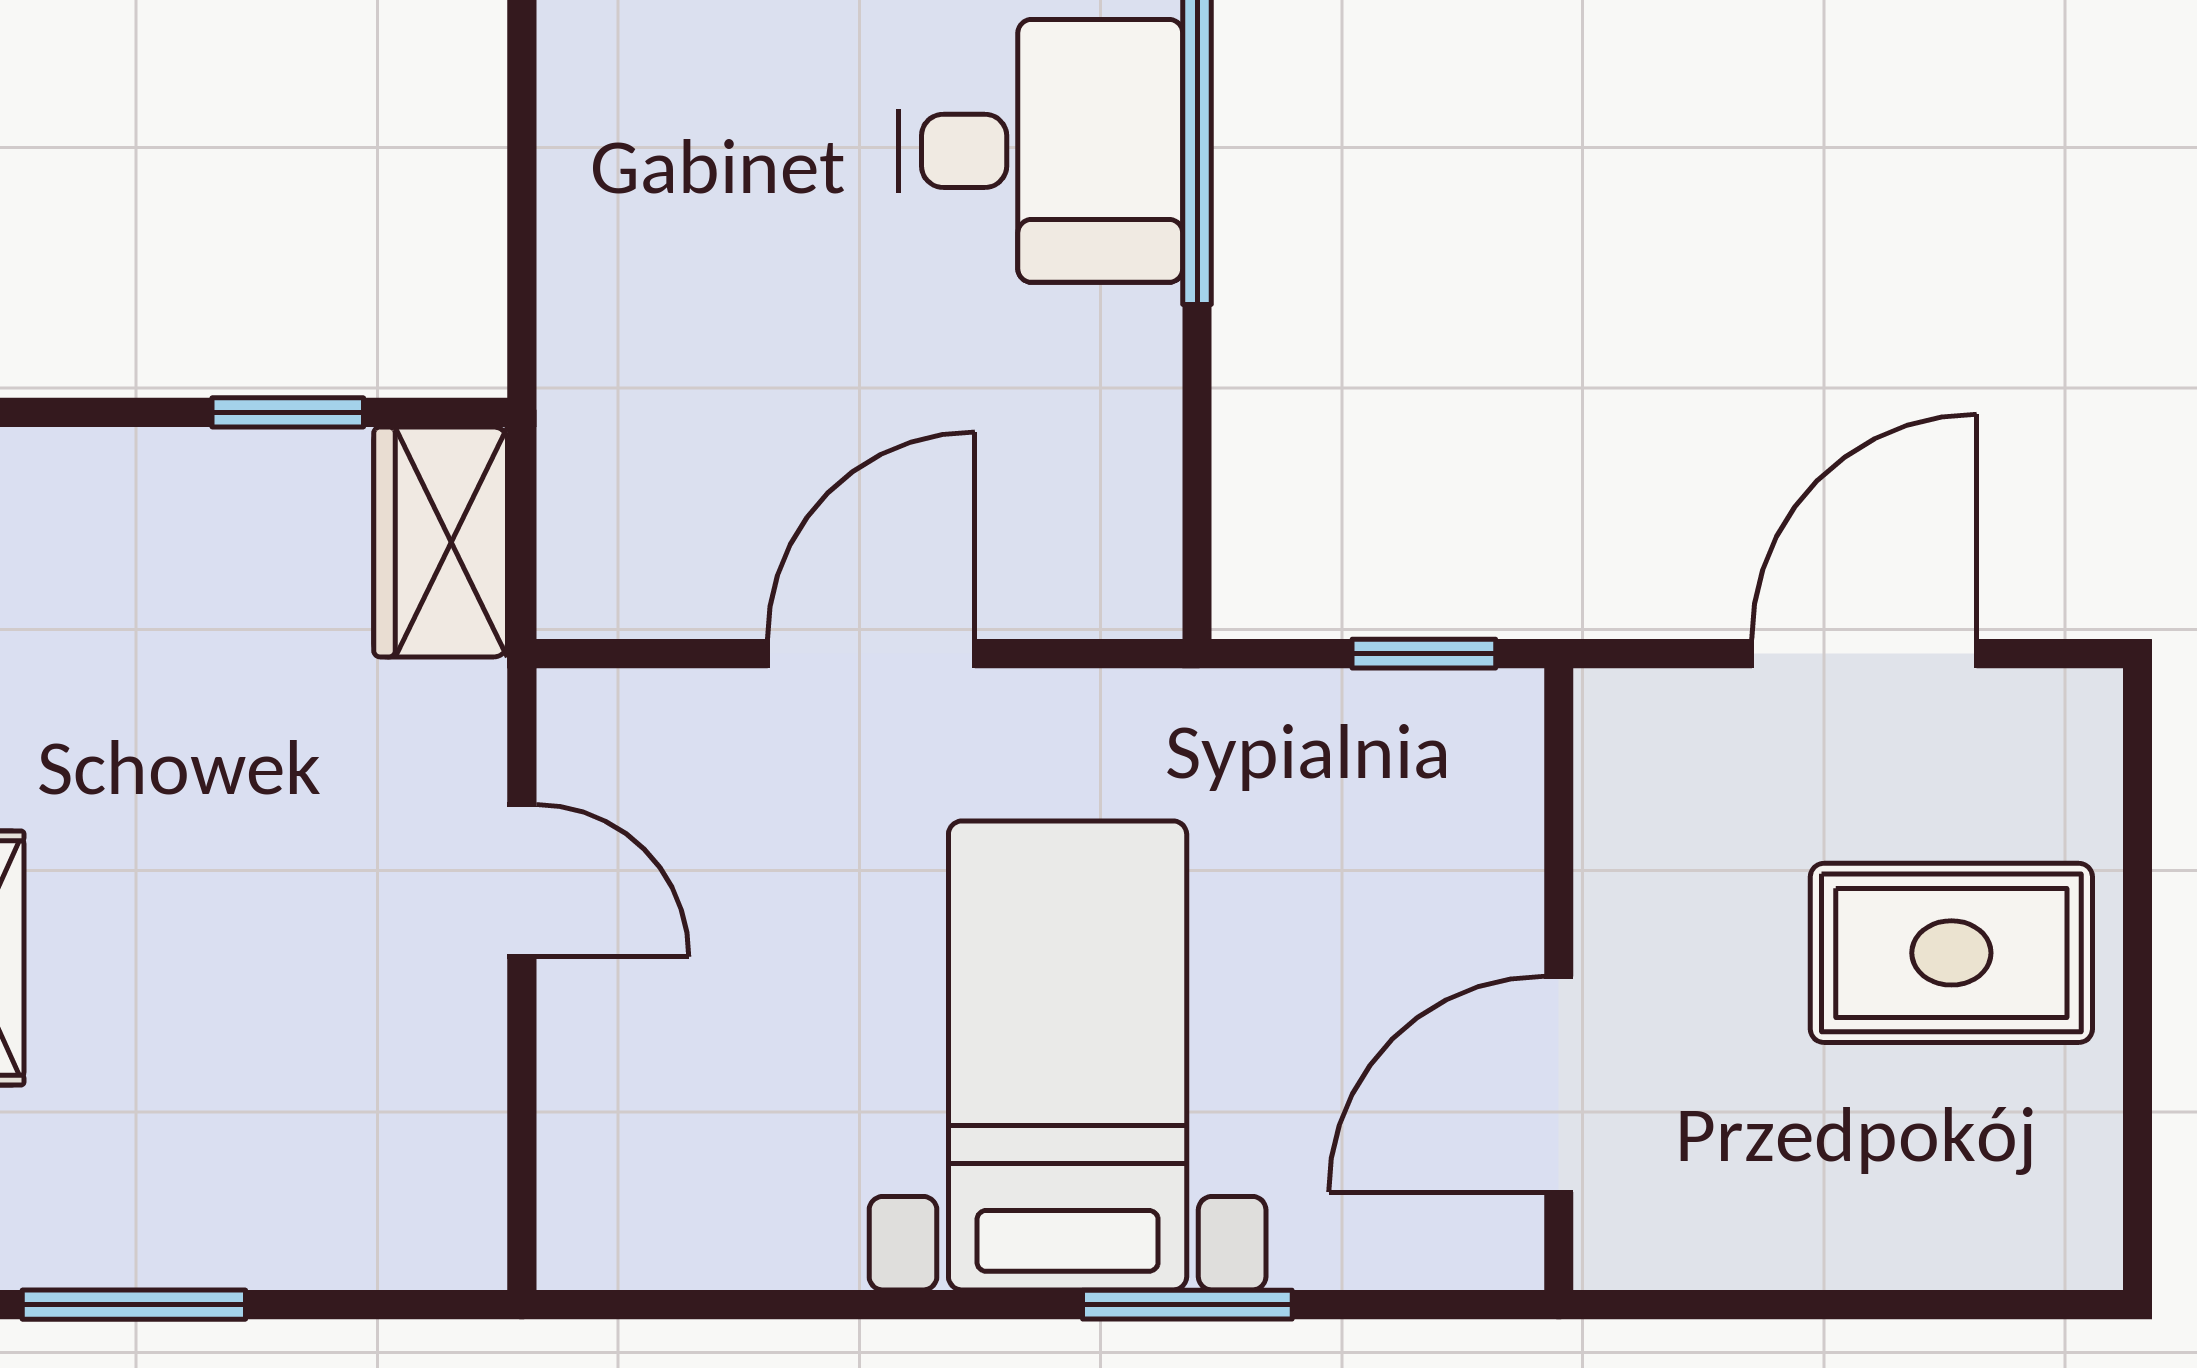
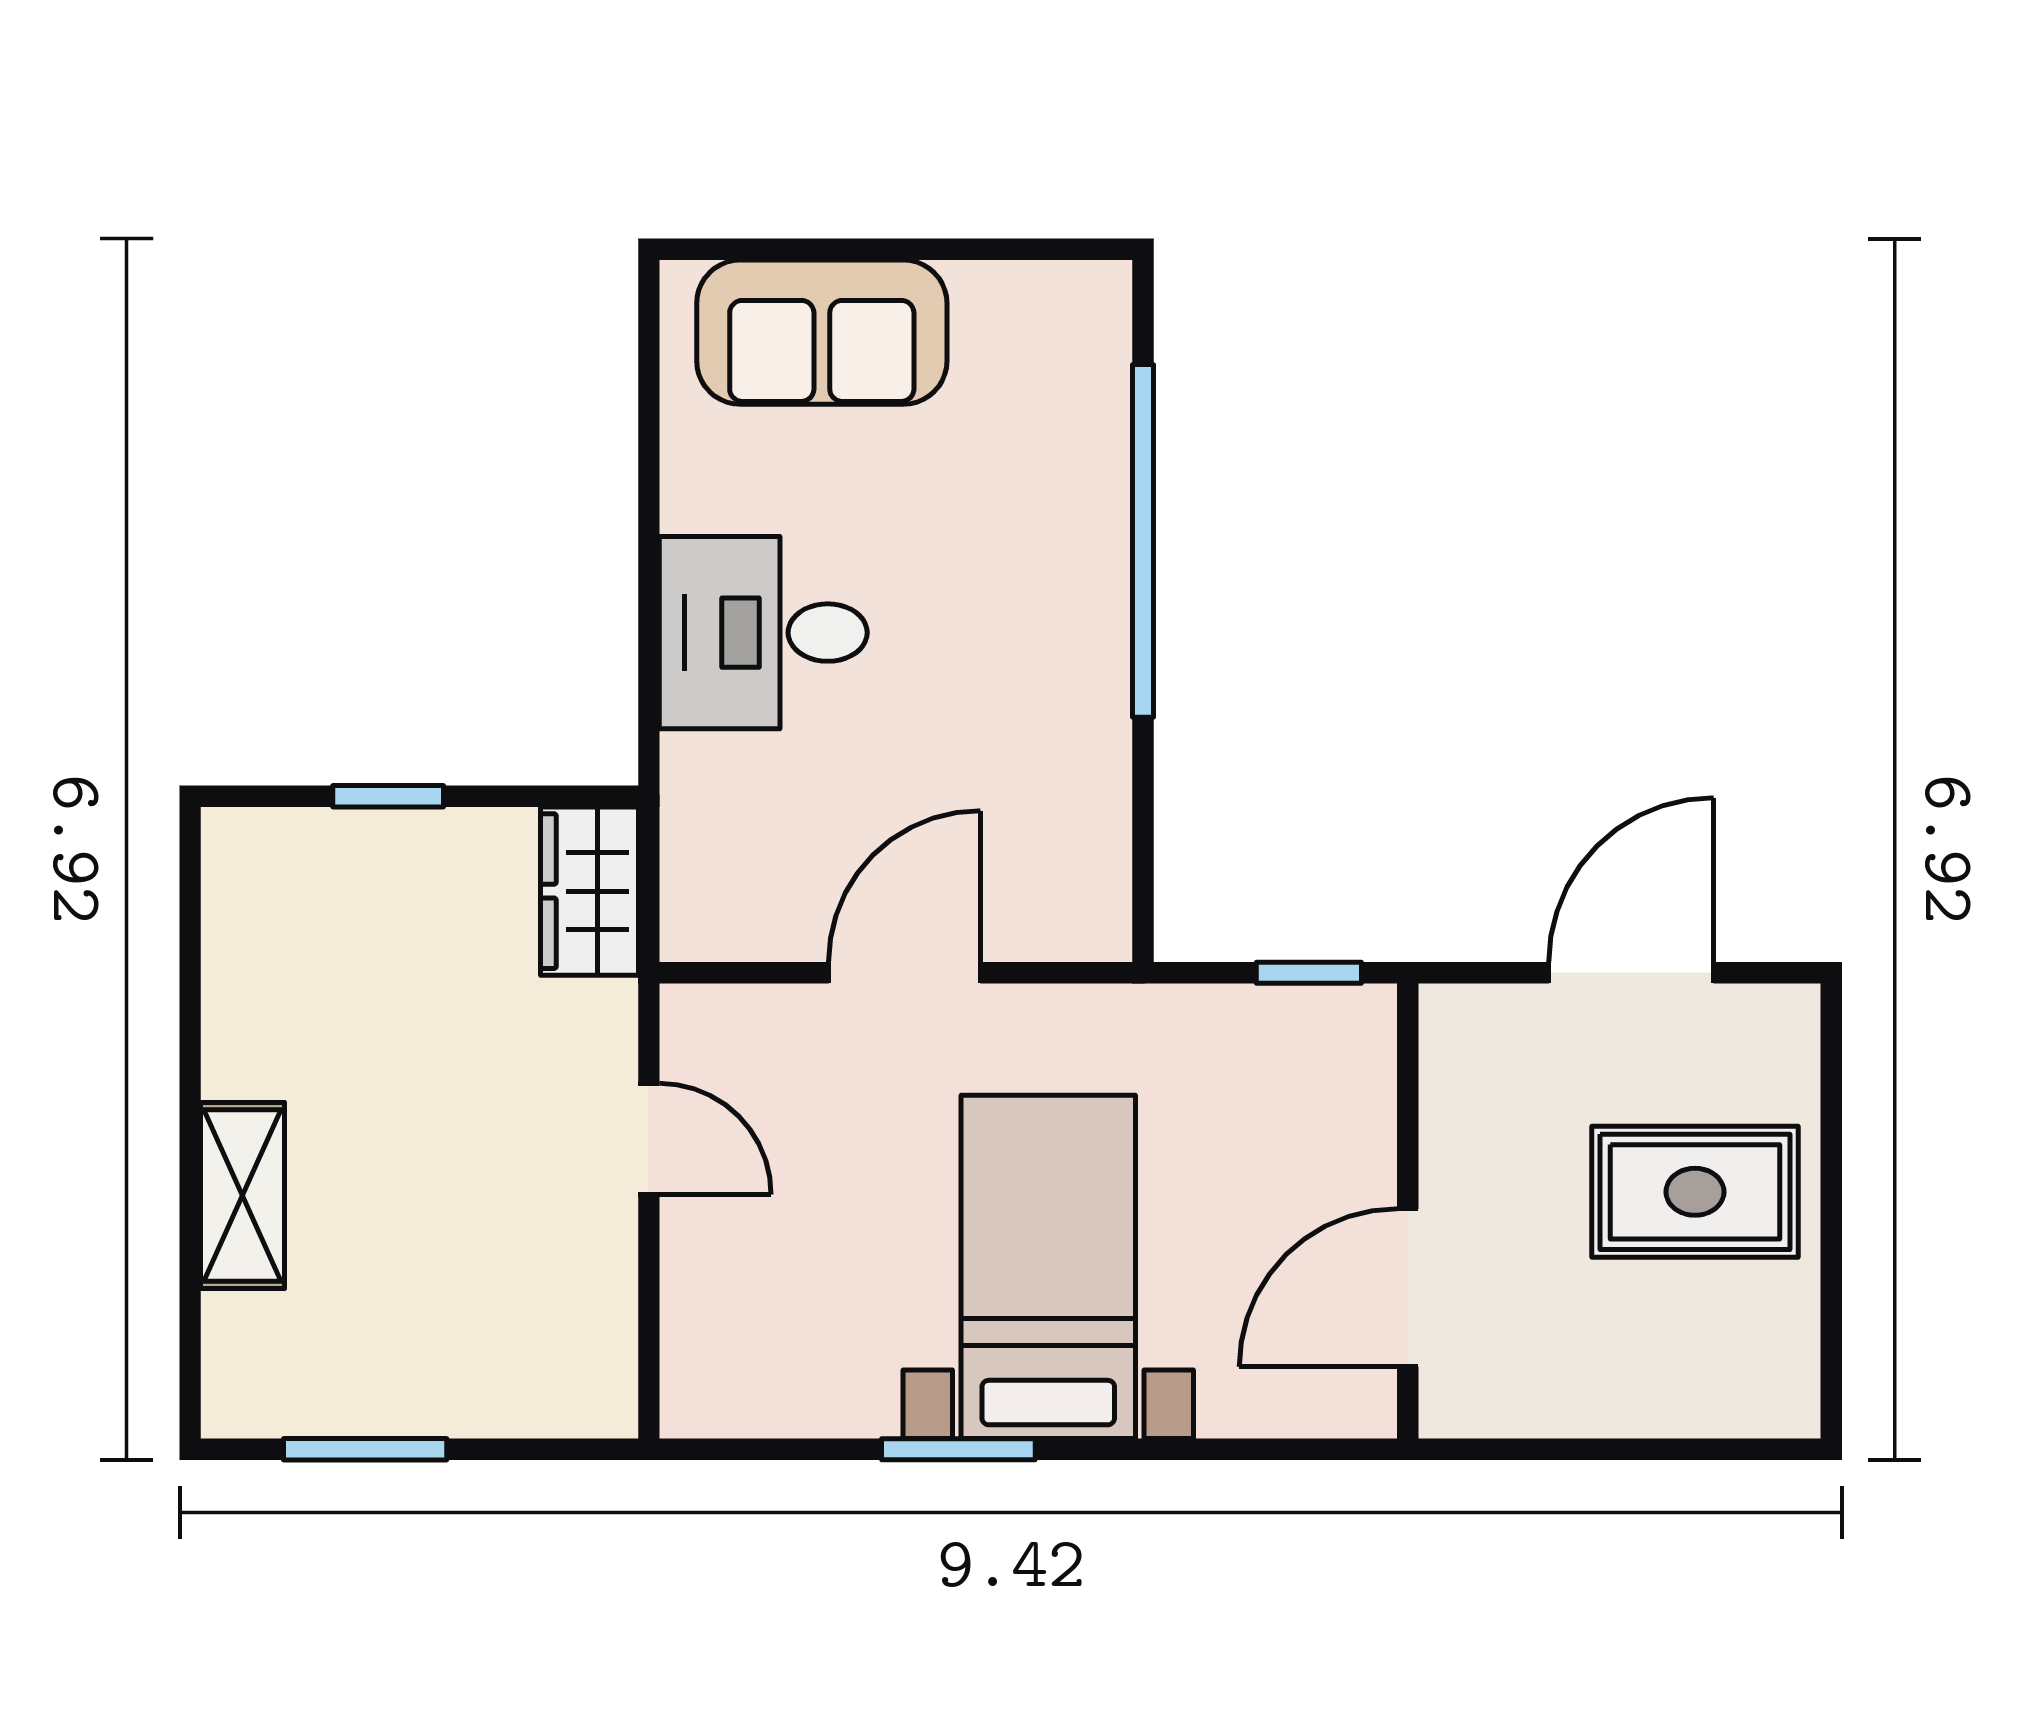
desk: (1041, 151) -> (763, 633), moved, turned 180
window: (288, 412) -> (388, 796), moved
window: (1187, 1305) -> (958, 1449), moved

